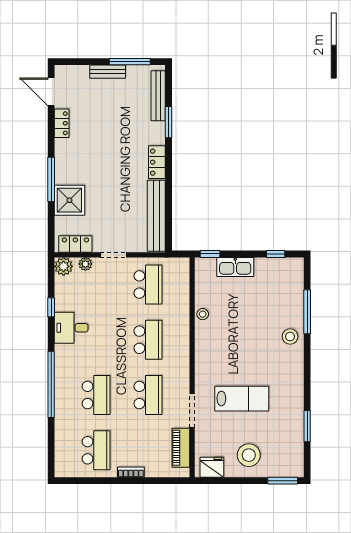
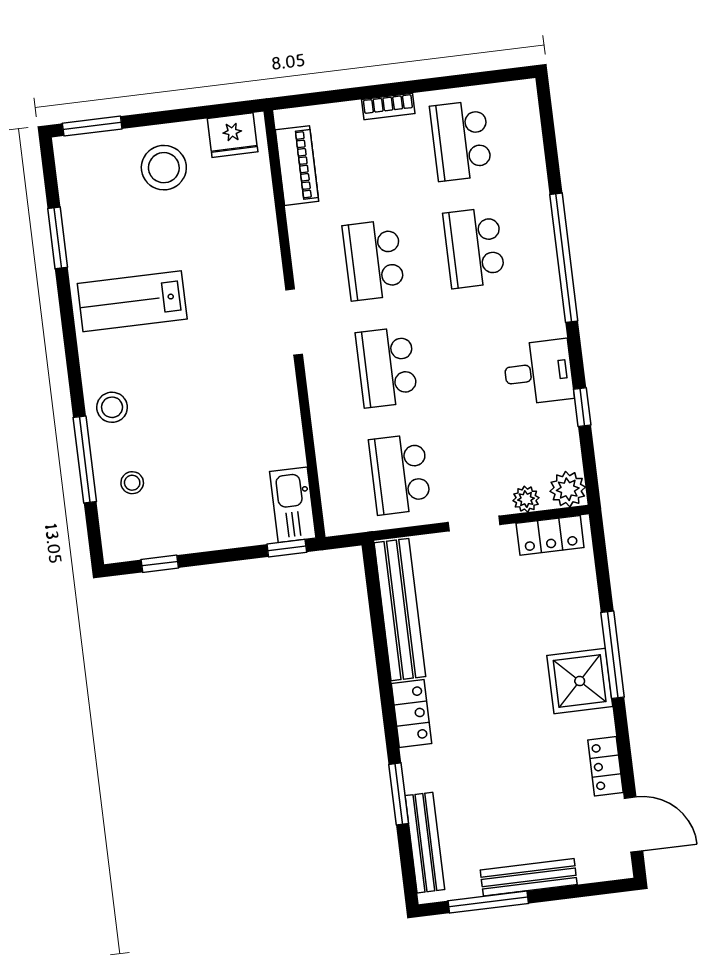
bench: (108, 72) -> (529, 877), width x1.36
shower: (69, 200) -> (580, 681), moved
kitchen sink: (235, 267) -> (293, 505), moved, turned -90
stool: (203, 314) -> (132, 483), moved
lab bench: (242, 399) -> (132, 301), moved
doorway: (192, 411) -> (294, 322), moved

